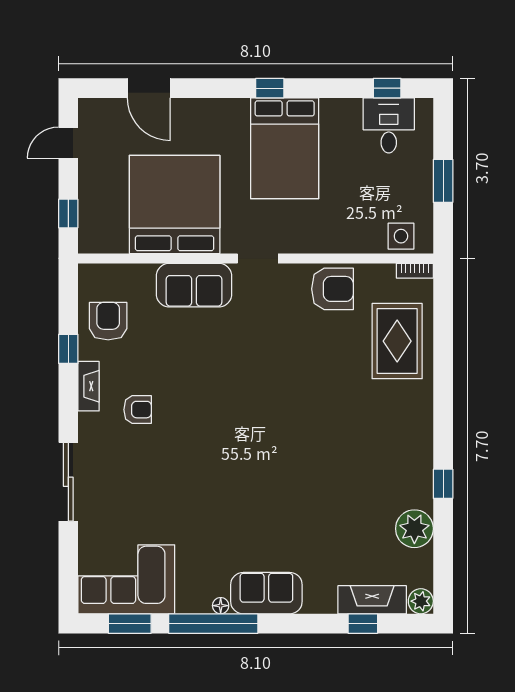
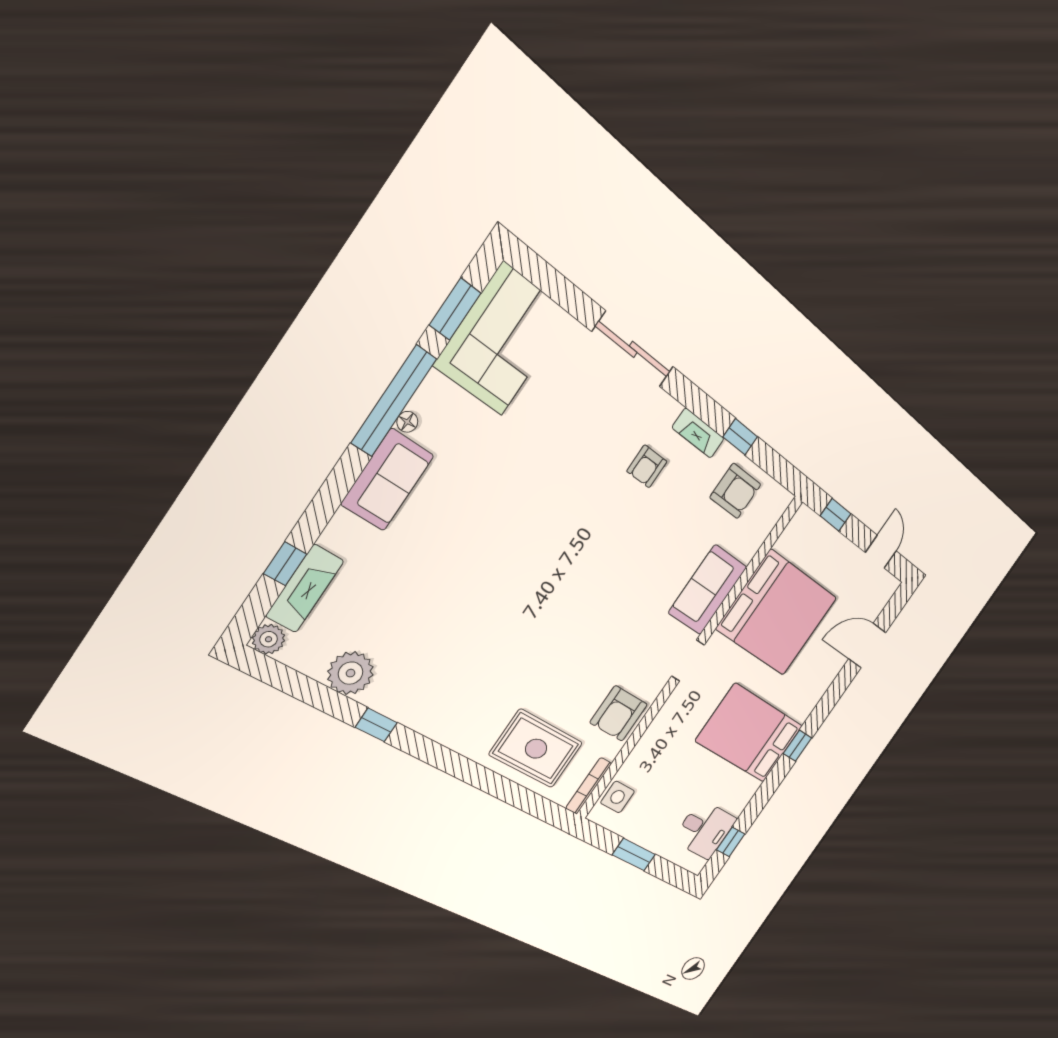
bookcase: (415, 271) -> (589, 786), width x1.56

